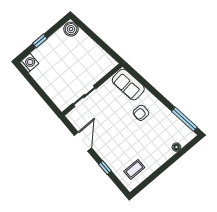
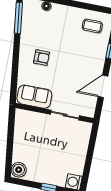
sofa: (128, 85) -> (34, 97), moved, turned -83

